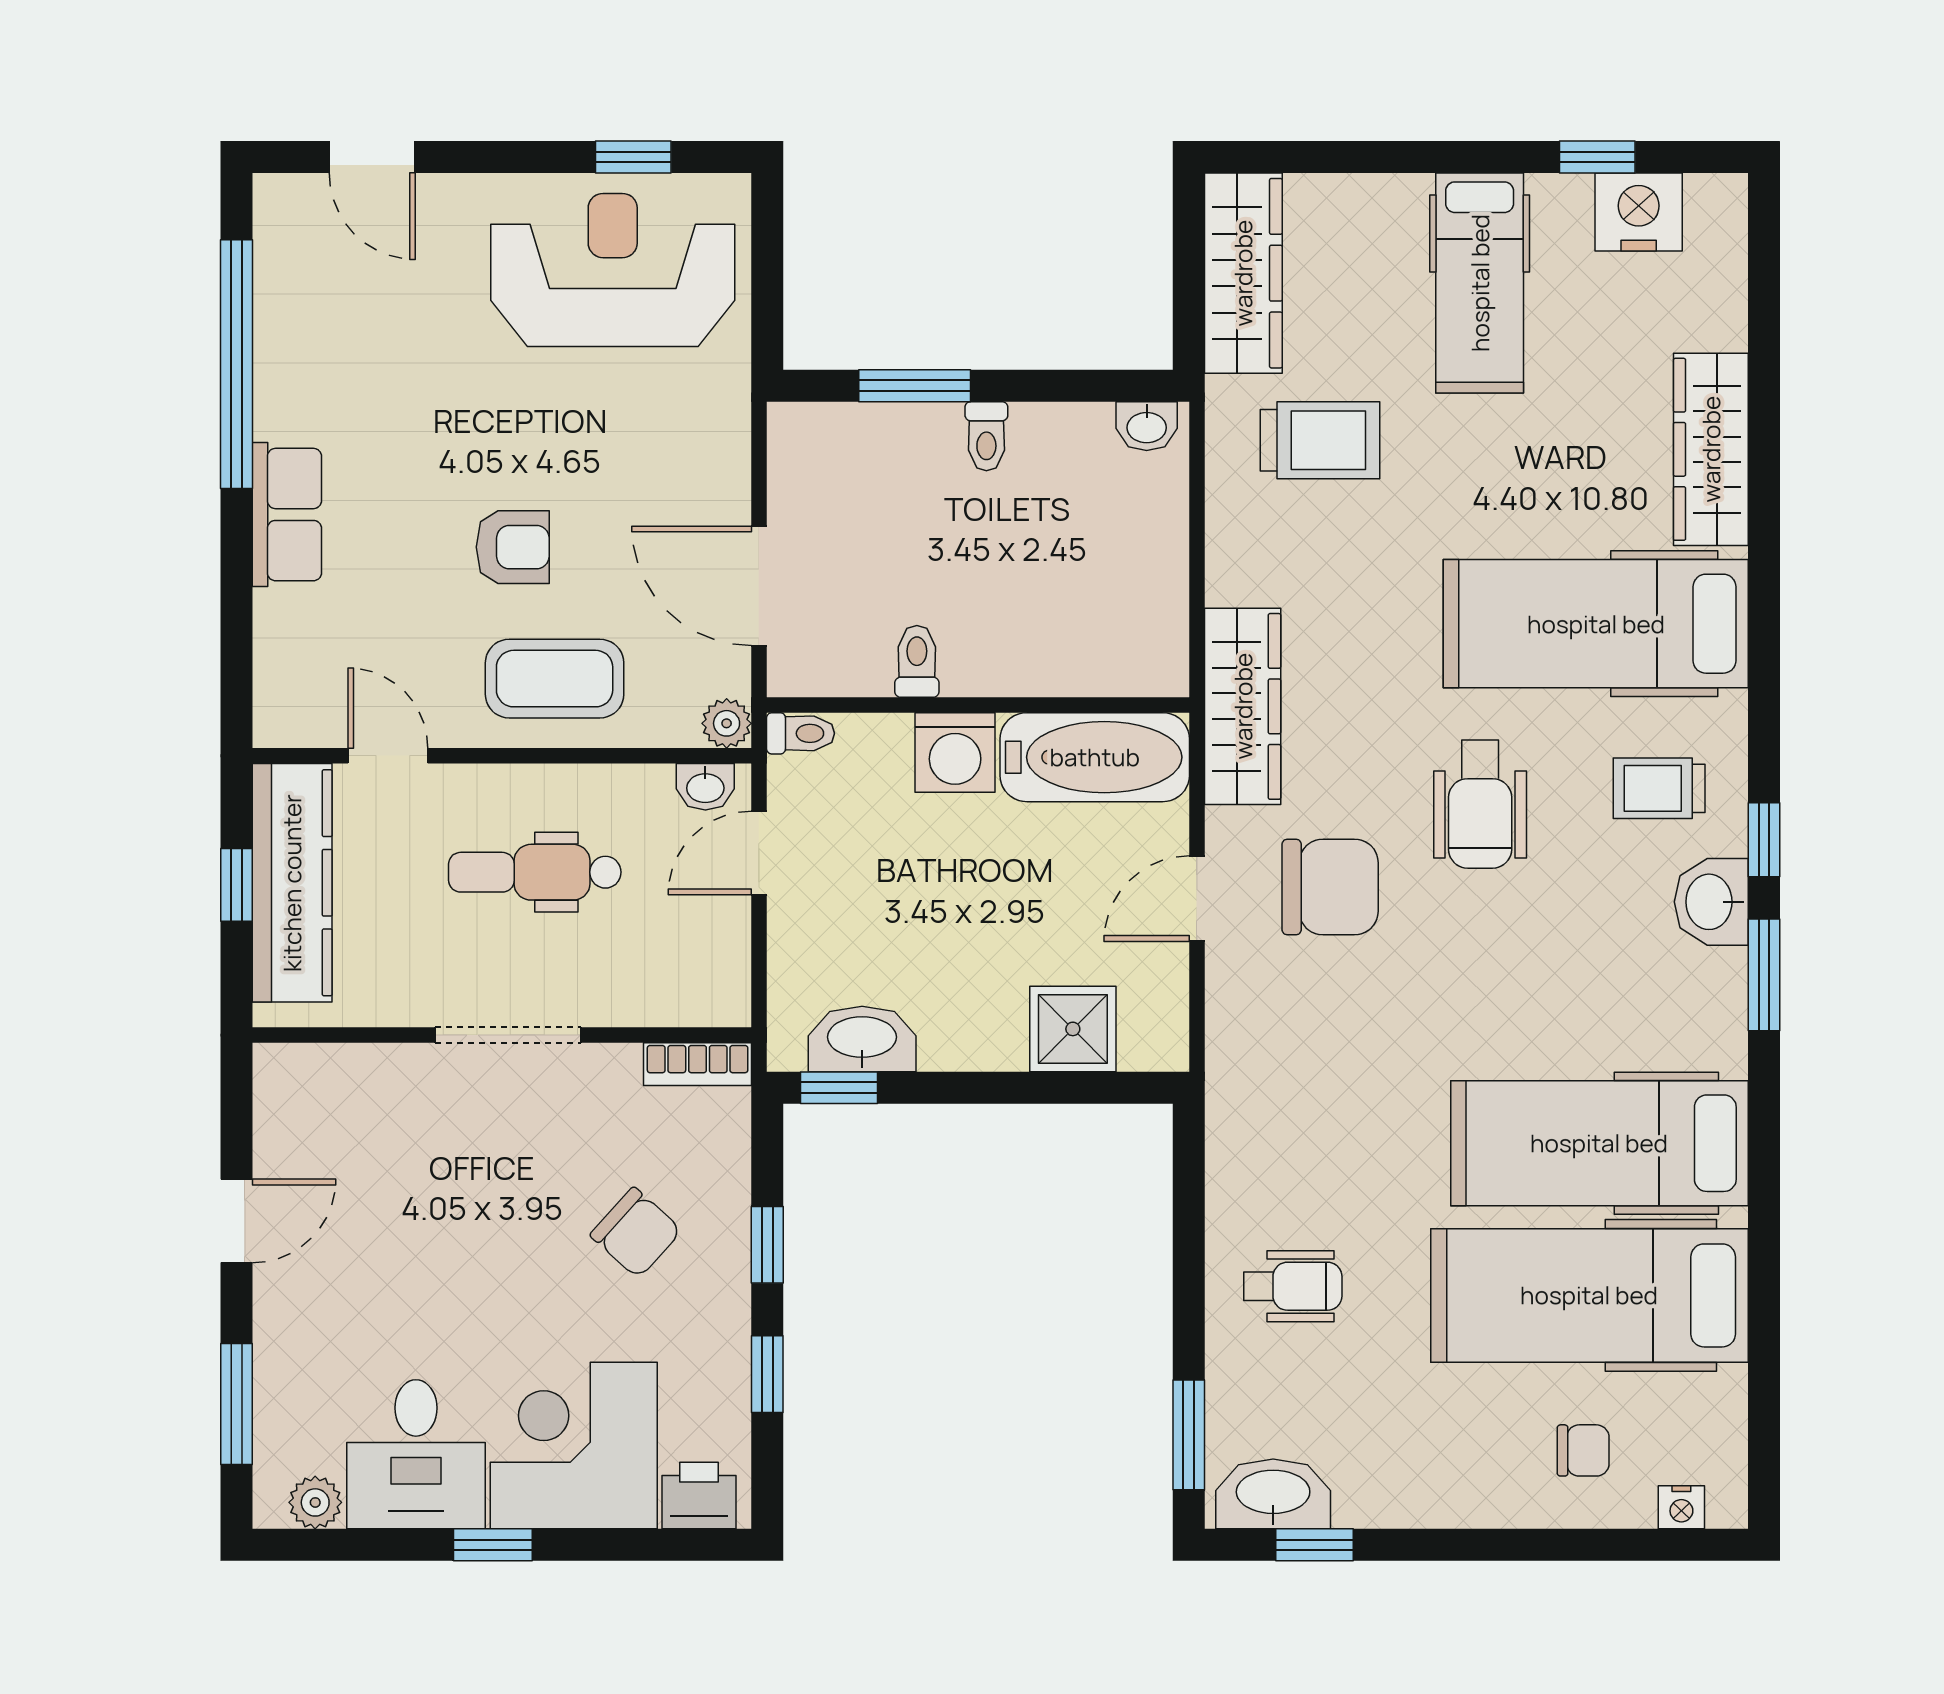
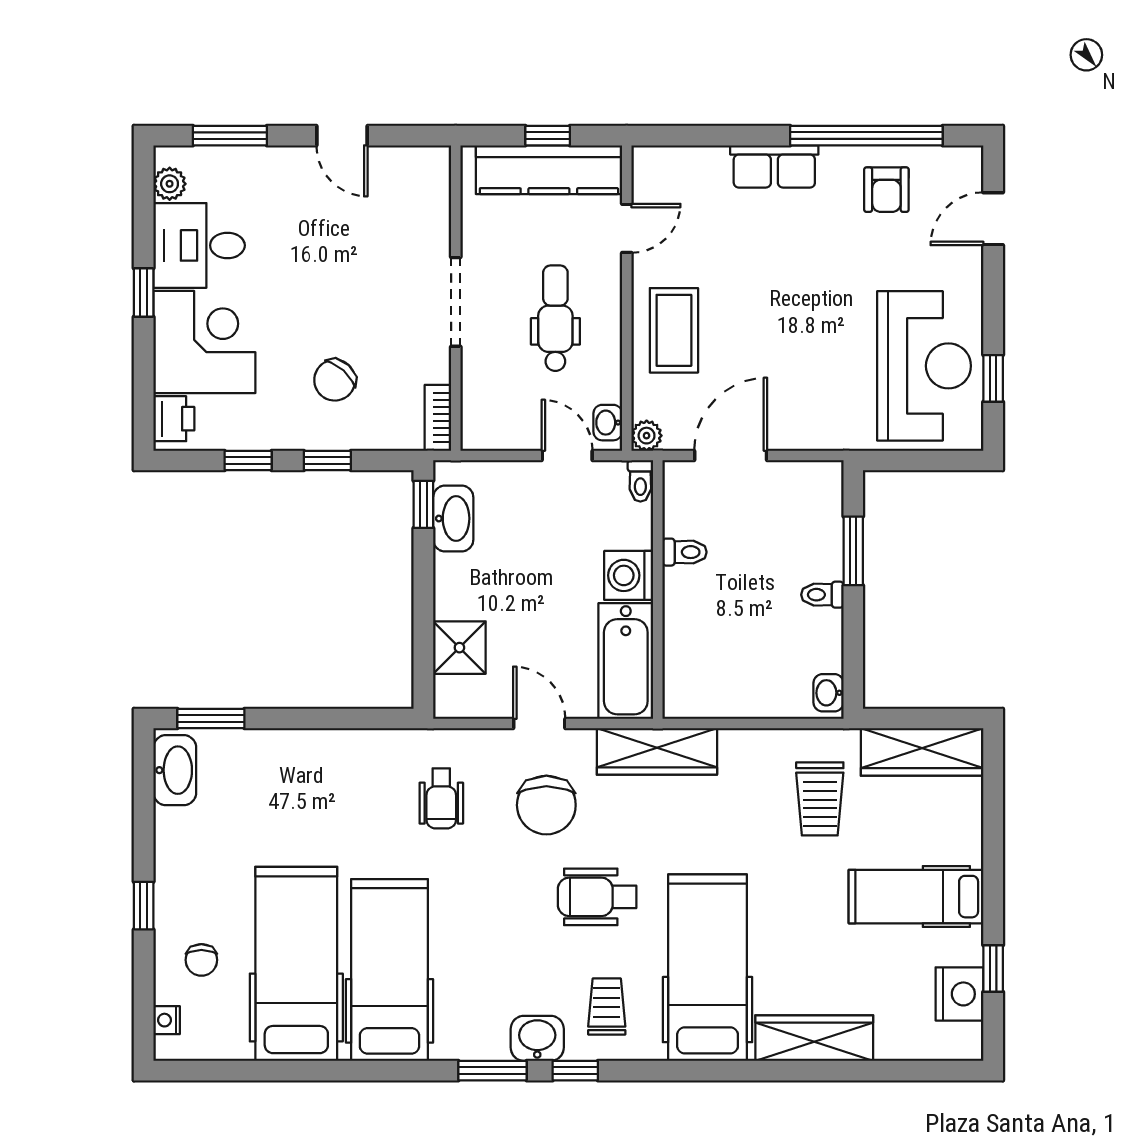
armchair: (513, 547) -> (886, 190), moved
wheelchair: (1293, 1286) -> (441, 798), moved
window: (1314, 1545) -> (144, 906), moved

